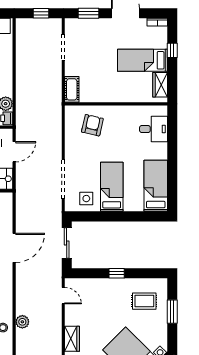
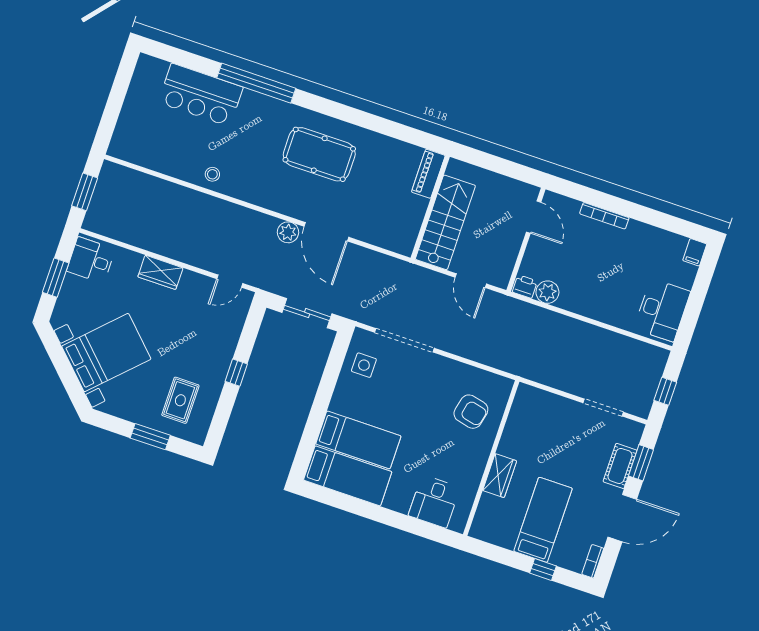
wardrobe: (160, 85) -> (500, 476), moved, turned 90
cot: (72, 89) -> (620, 466), moved, turned 90
bed: (112, 187) -> (358, 440), moved
plant: (22, 322) -> (288, 232), moved

